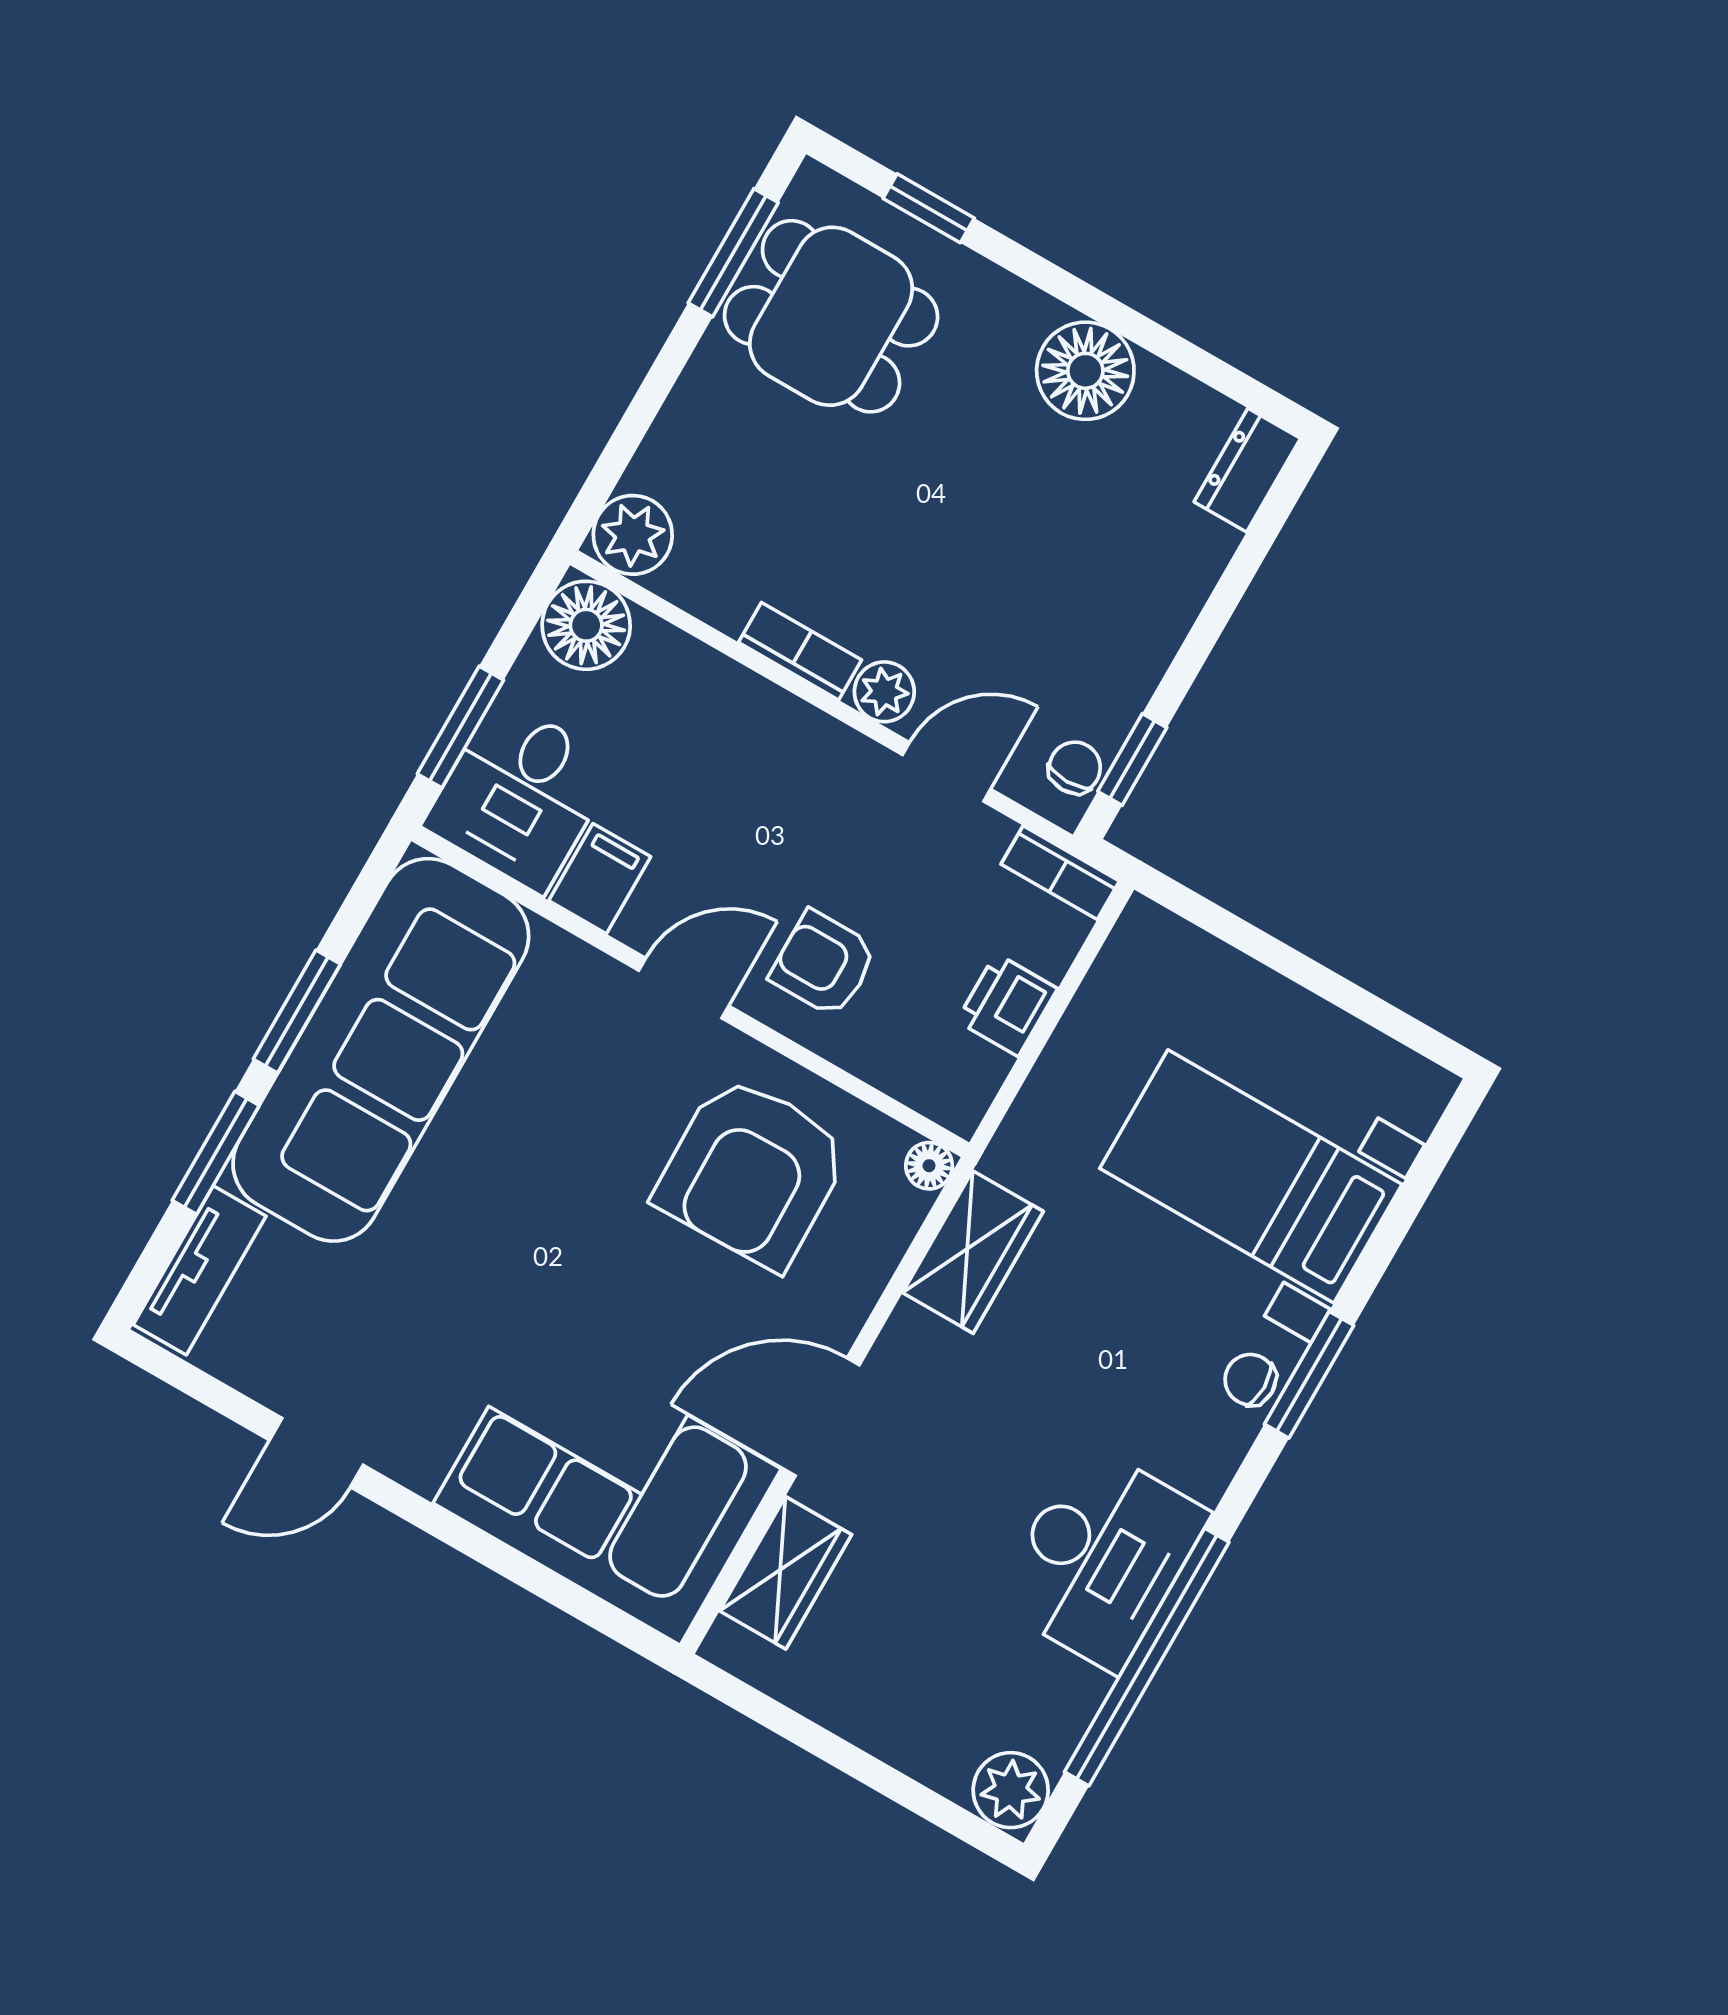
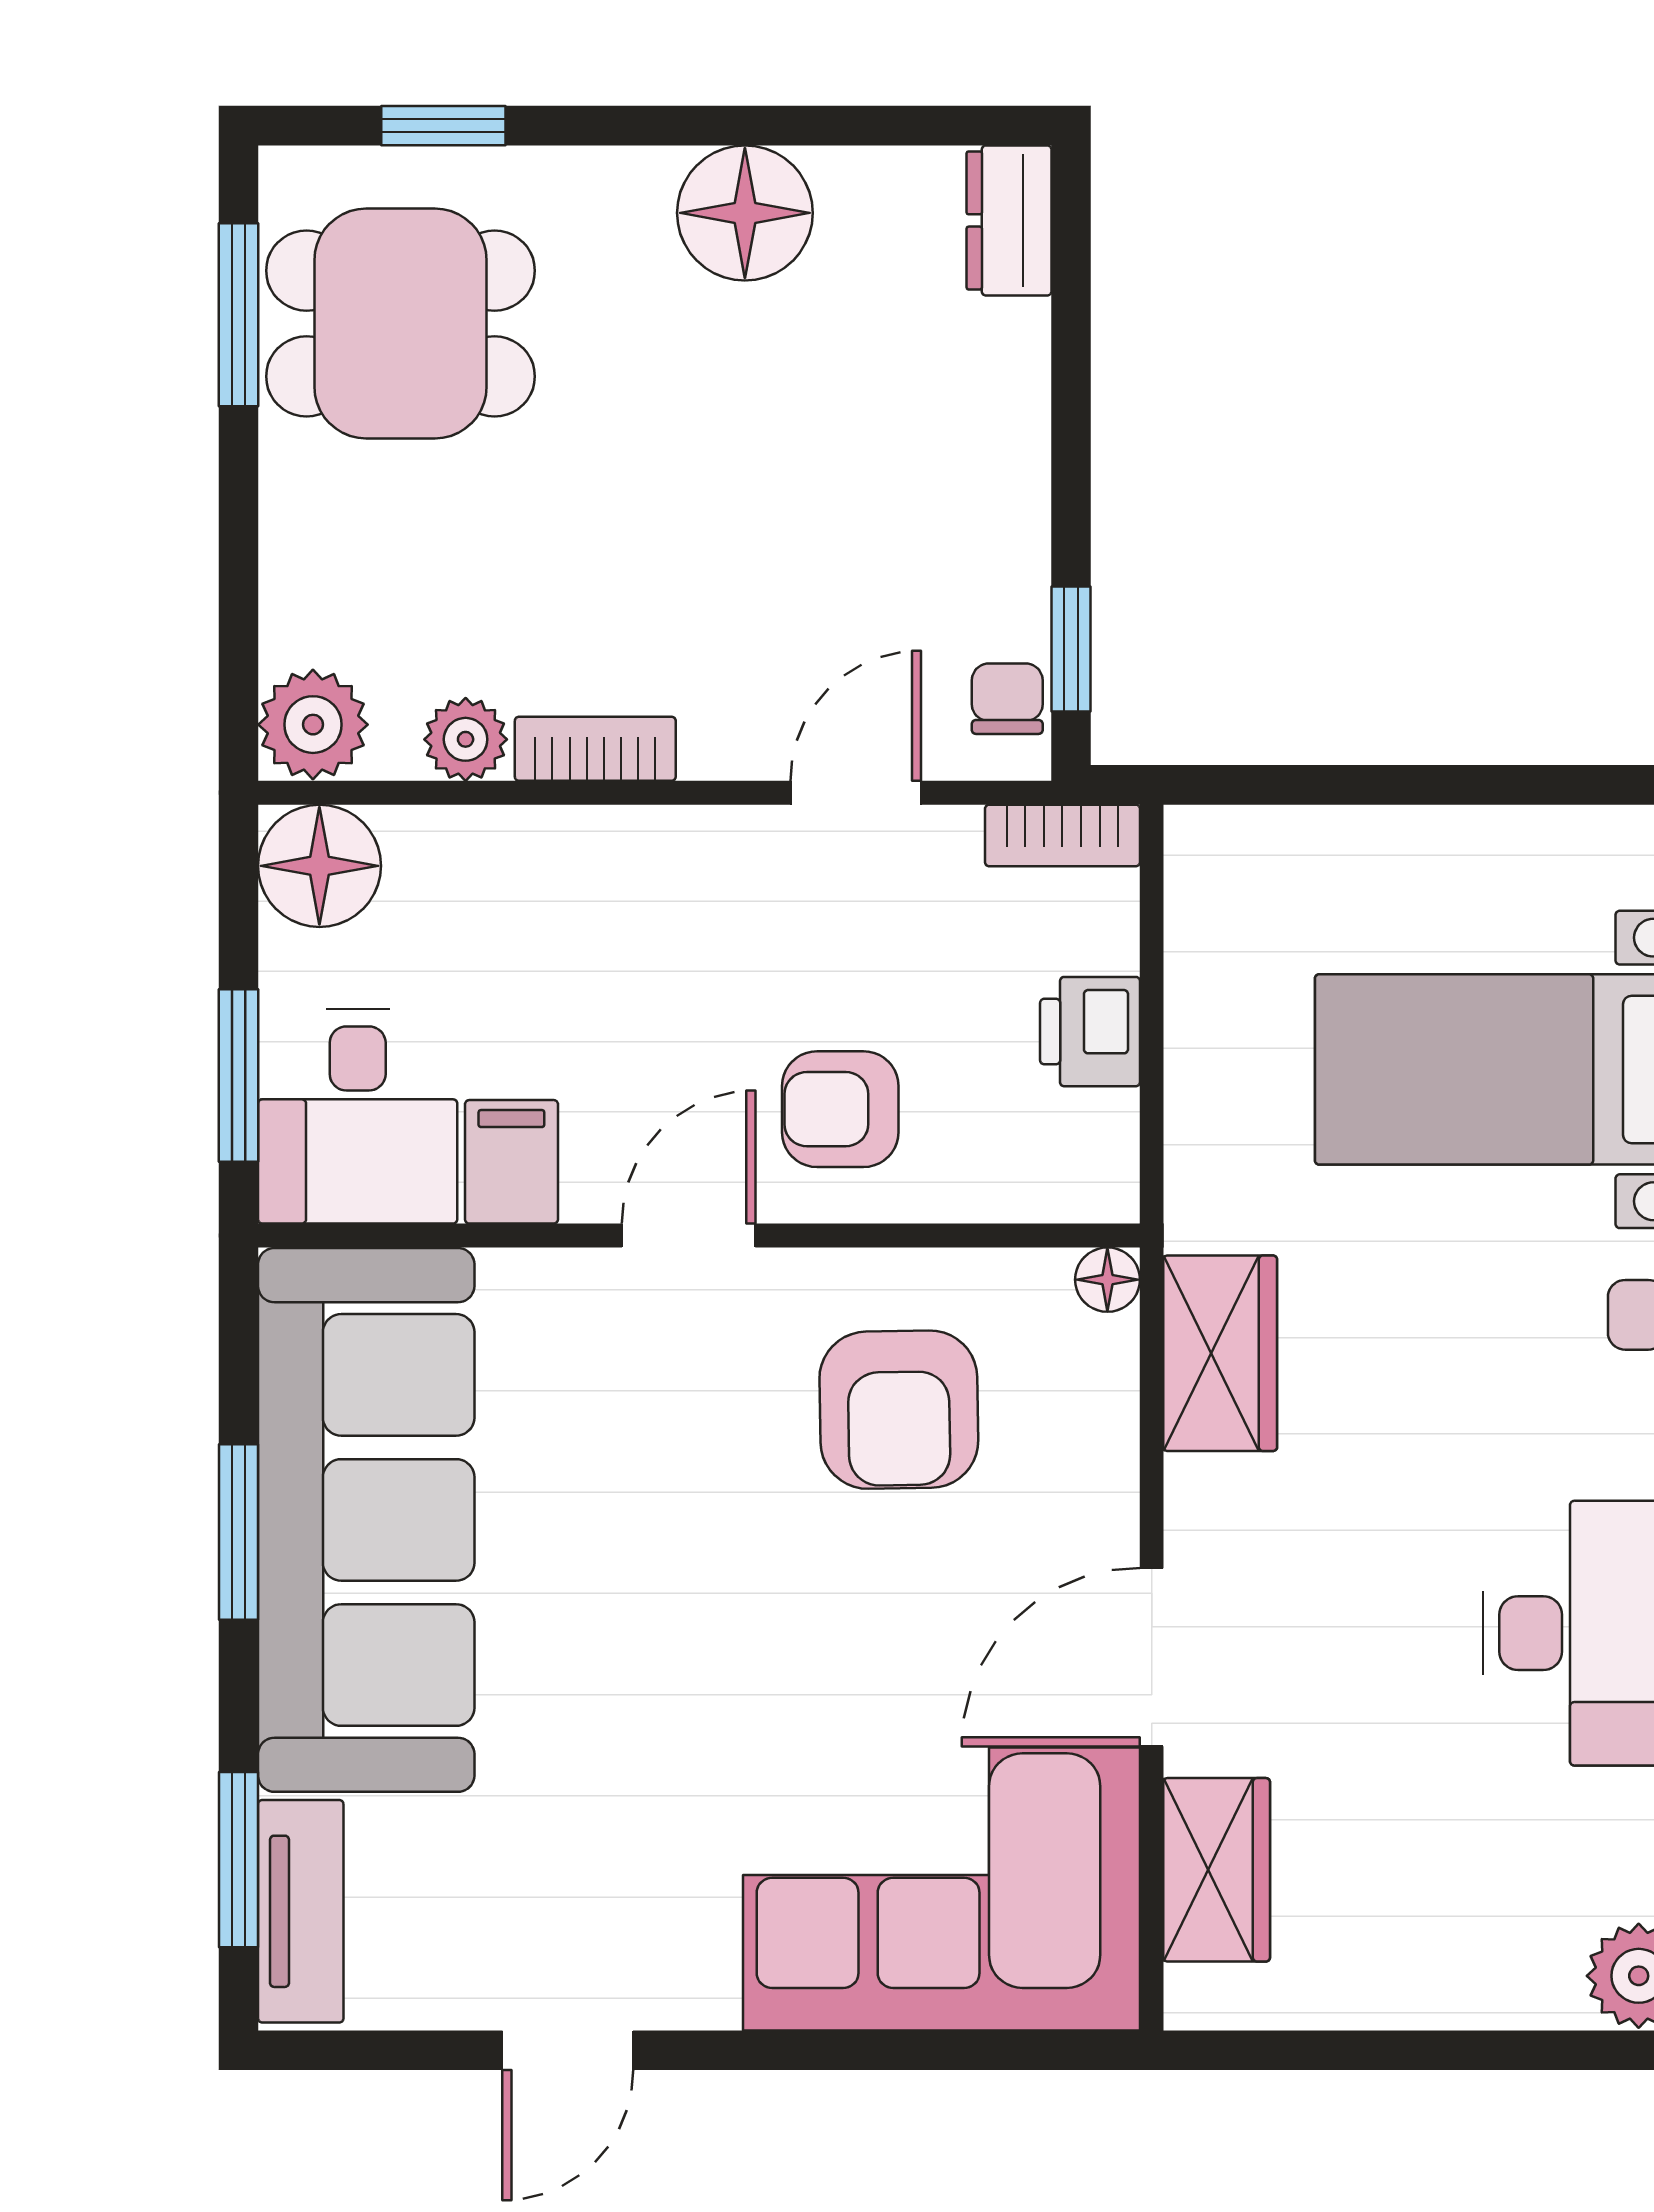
plant: (884, 692) -> (466, 739), moved
window: (216, 1153) -> (239, 1860), moved
armchair: (752, 1172) -> (899, 1410), width x0.73, depth x0.73

